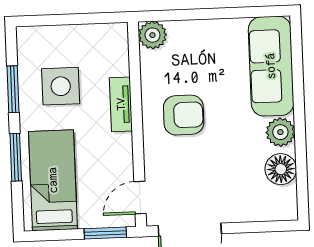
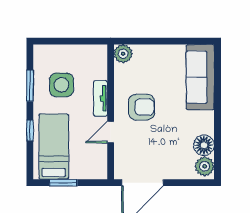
plant: (280, 132) -> (205, 166), moved
window: (16, 157) -> (30, 130), width x0.67
door: (140, 198) -> (111, 132), moved
window: (105, 233) -> (63, 183), moved

